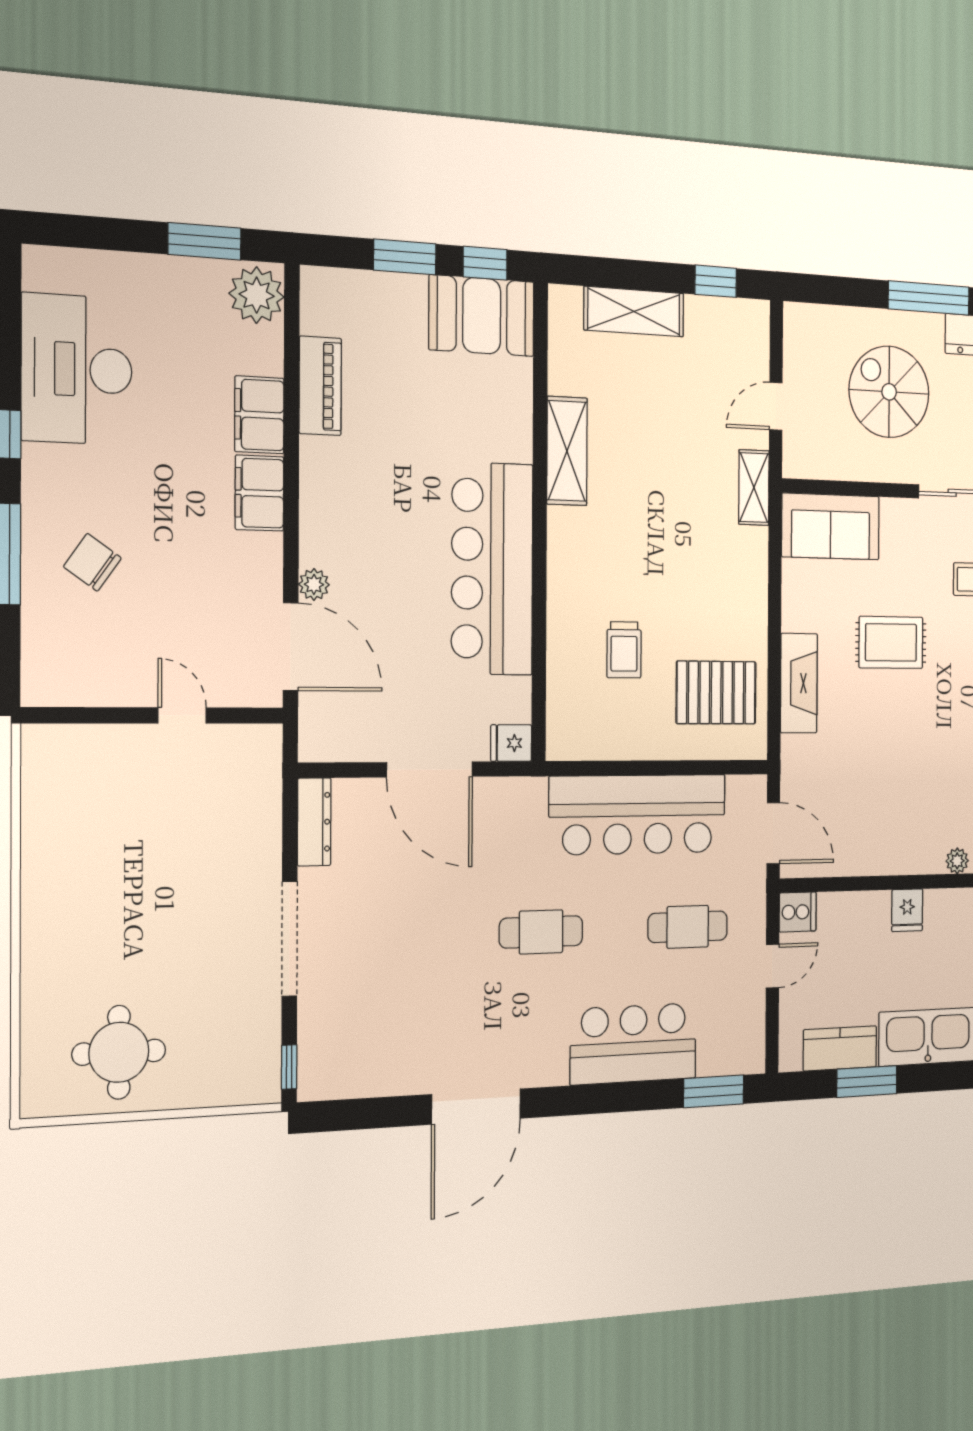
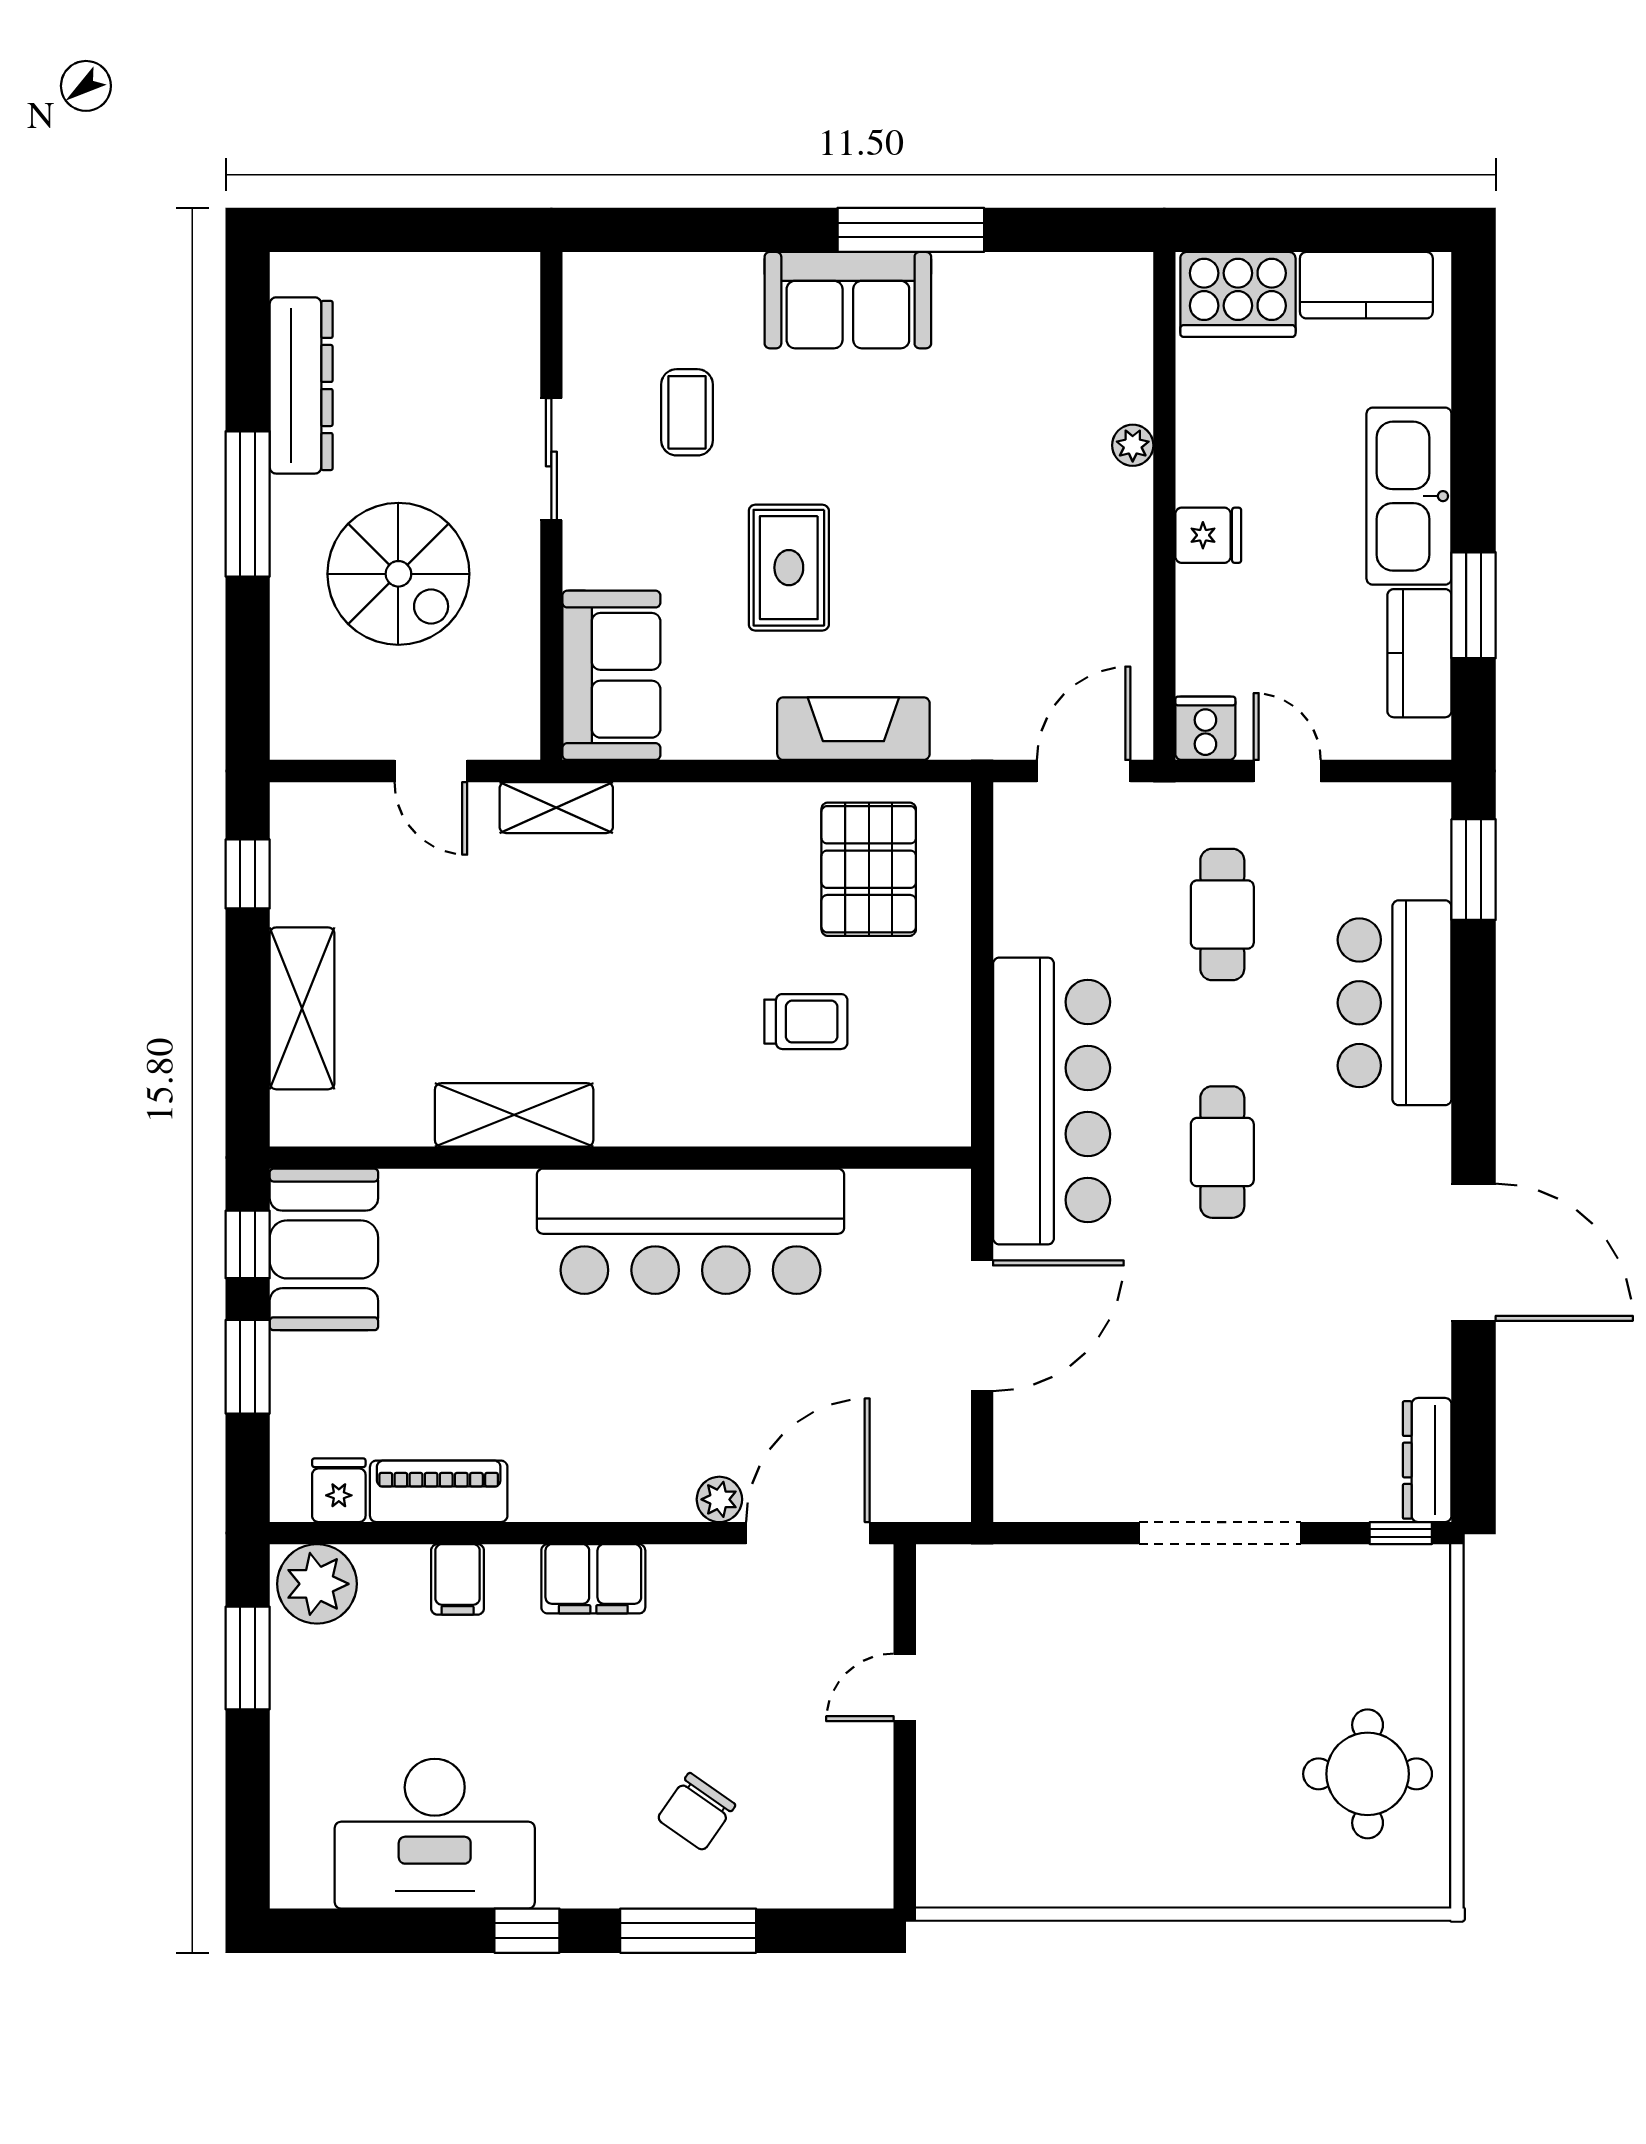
spiral stairs: (889, 392) -> (398, 574), turned -90
filing cabinet: (259, 415) -> (458, 1579), width x0.50
fridge: (511, 743) -> (339, 1490), moved, turned 180
bar counter: (638, 814) -> (1052, 1101), moved
dresser: (314, 822) -> (1427, 1460), moved, turned -90

